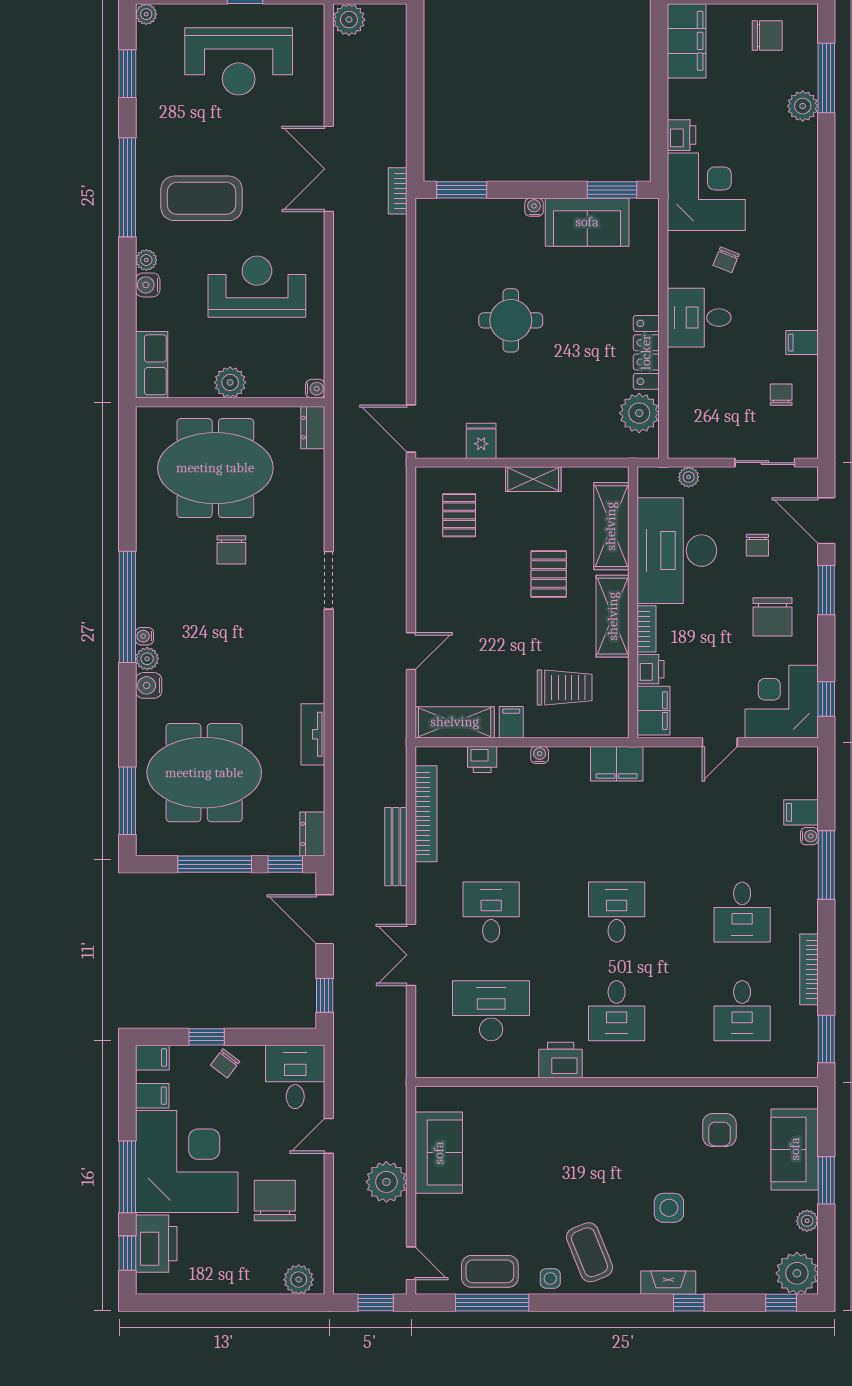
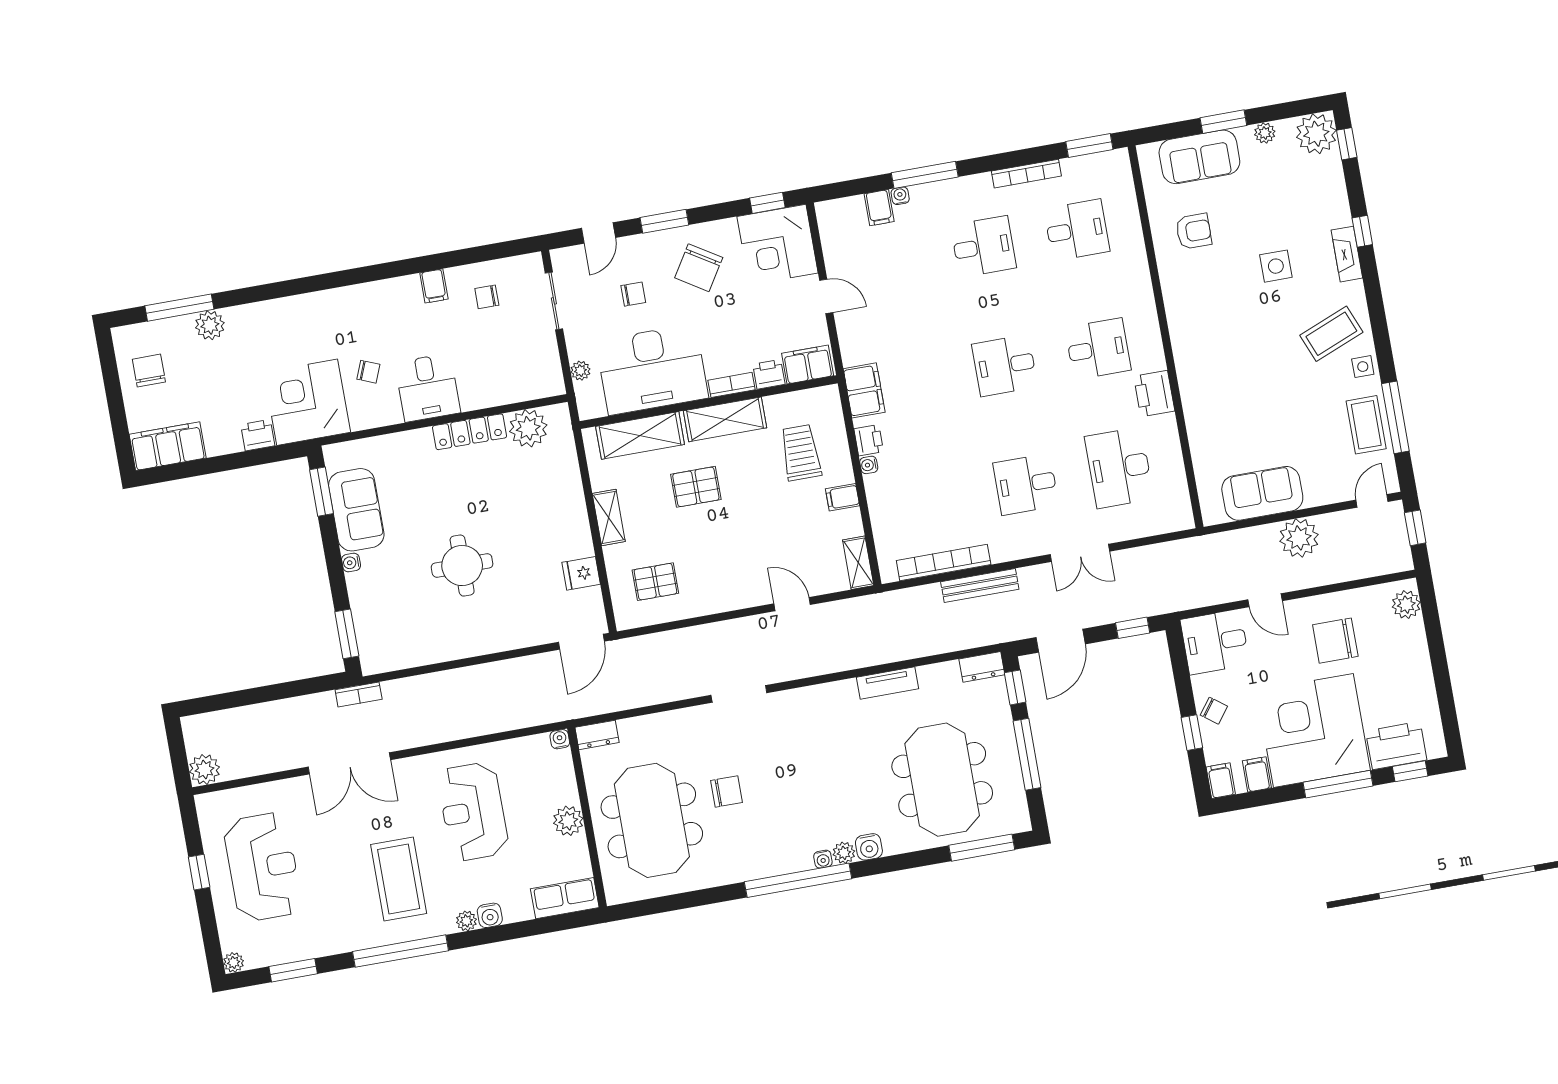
door: (826, 521) -> (598, 233), width x0.73
chair: (772, 617) -> (699, 268), turned 122
shelving: (455, 722) -> (858, 563), width x0.67, depth x0.75
printer: (482, 759) -> (869, 440), moved

